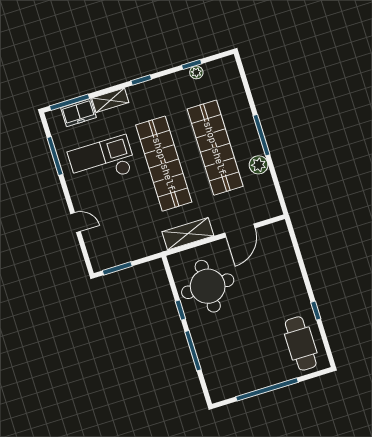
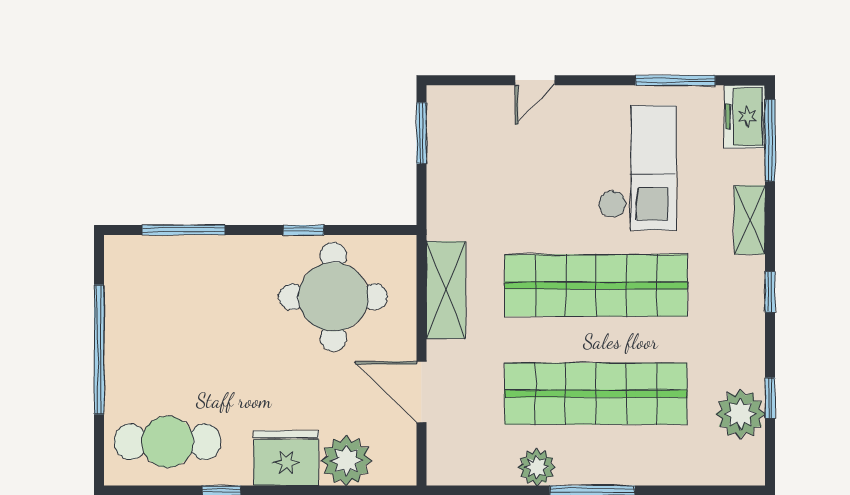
plant: (196, 72) -> (740, 414), width x1.87, depth x1.87
freezer: (78, 113) -> (745, 117), moved
plant: (283, 256) -> (346, 461), added
fridge: (291, 285) -> (286, 458), added
window: (193, 351) -> (184, 230), moved

